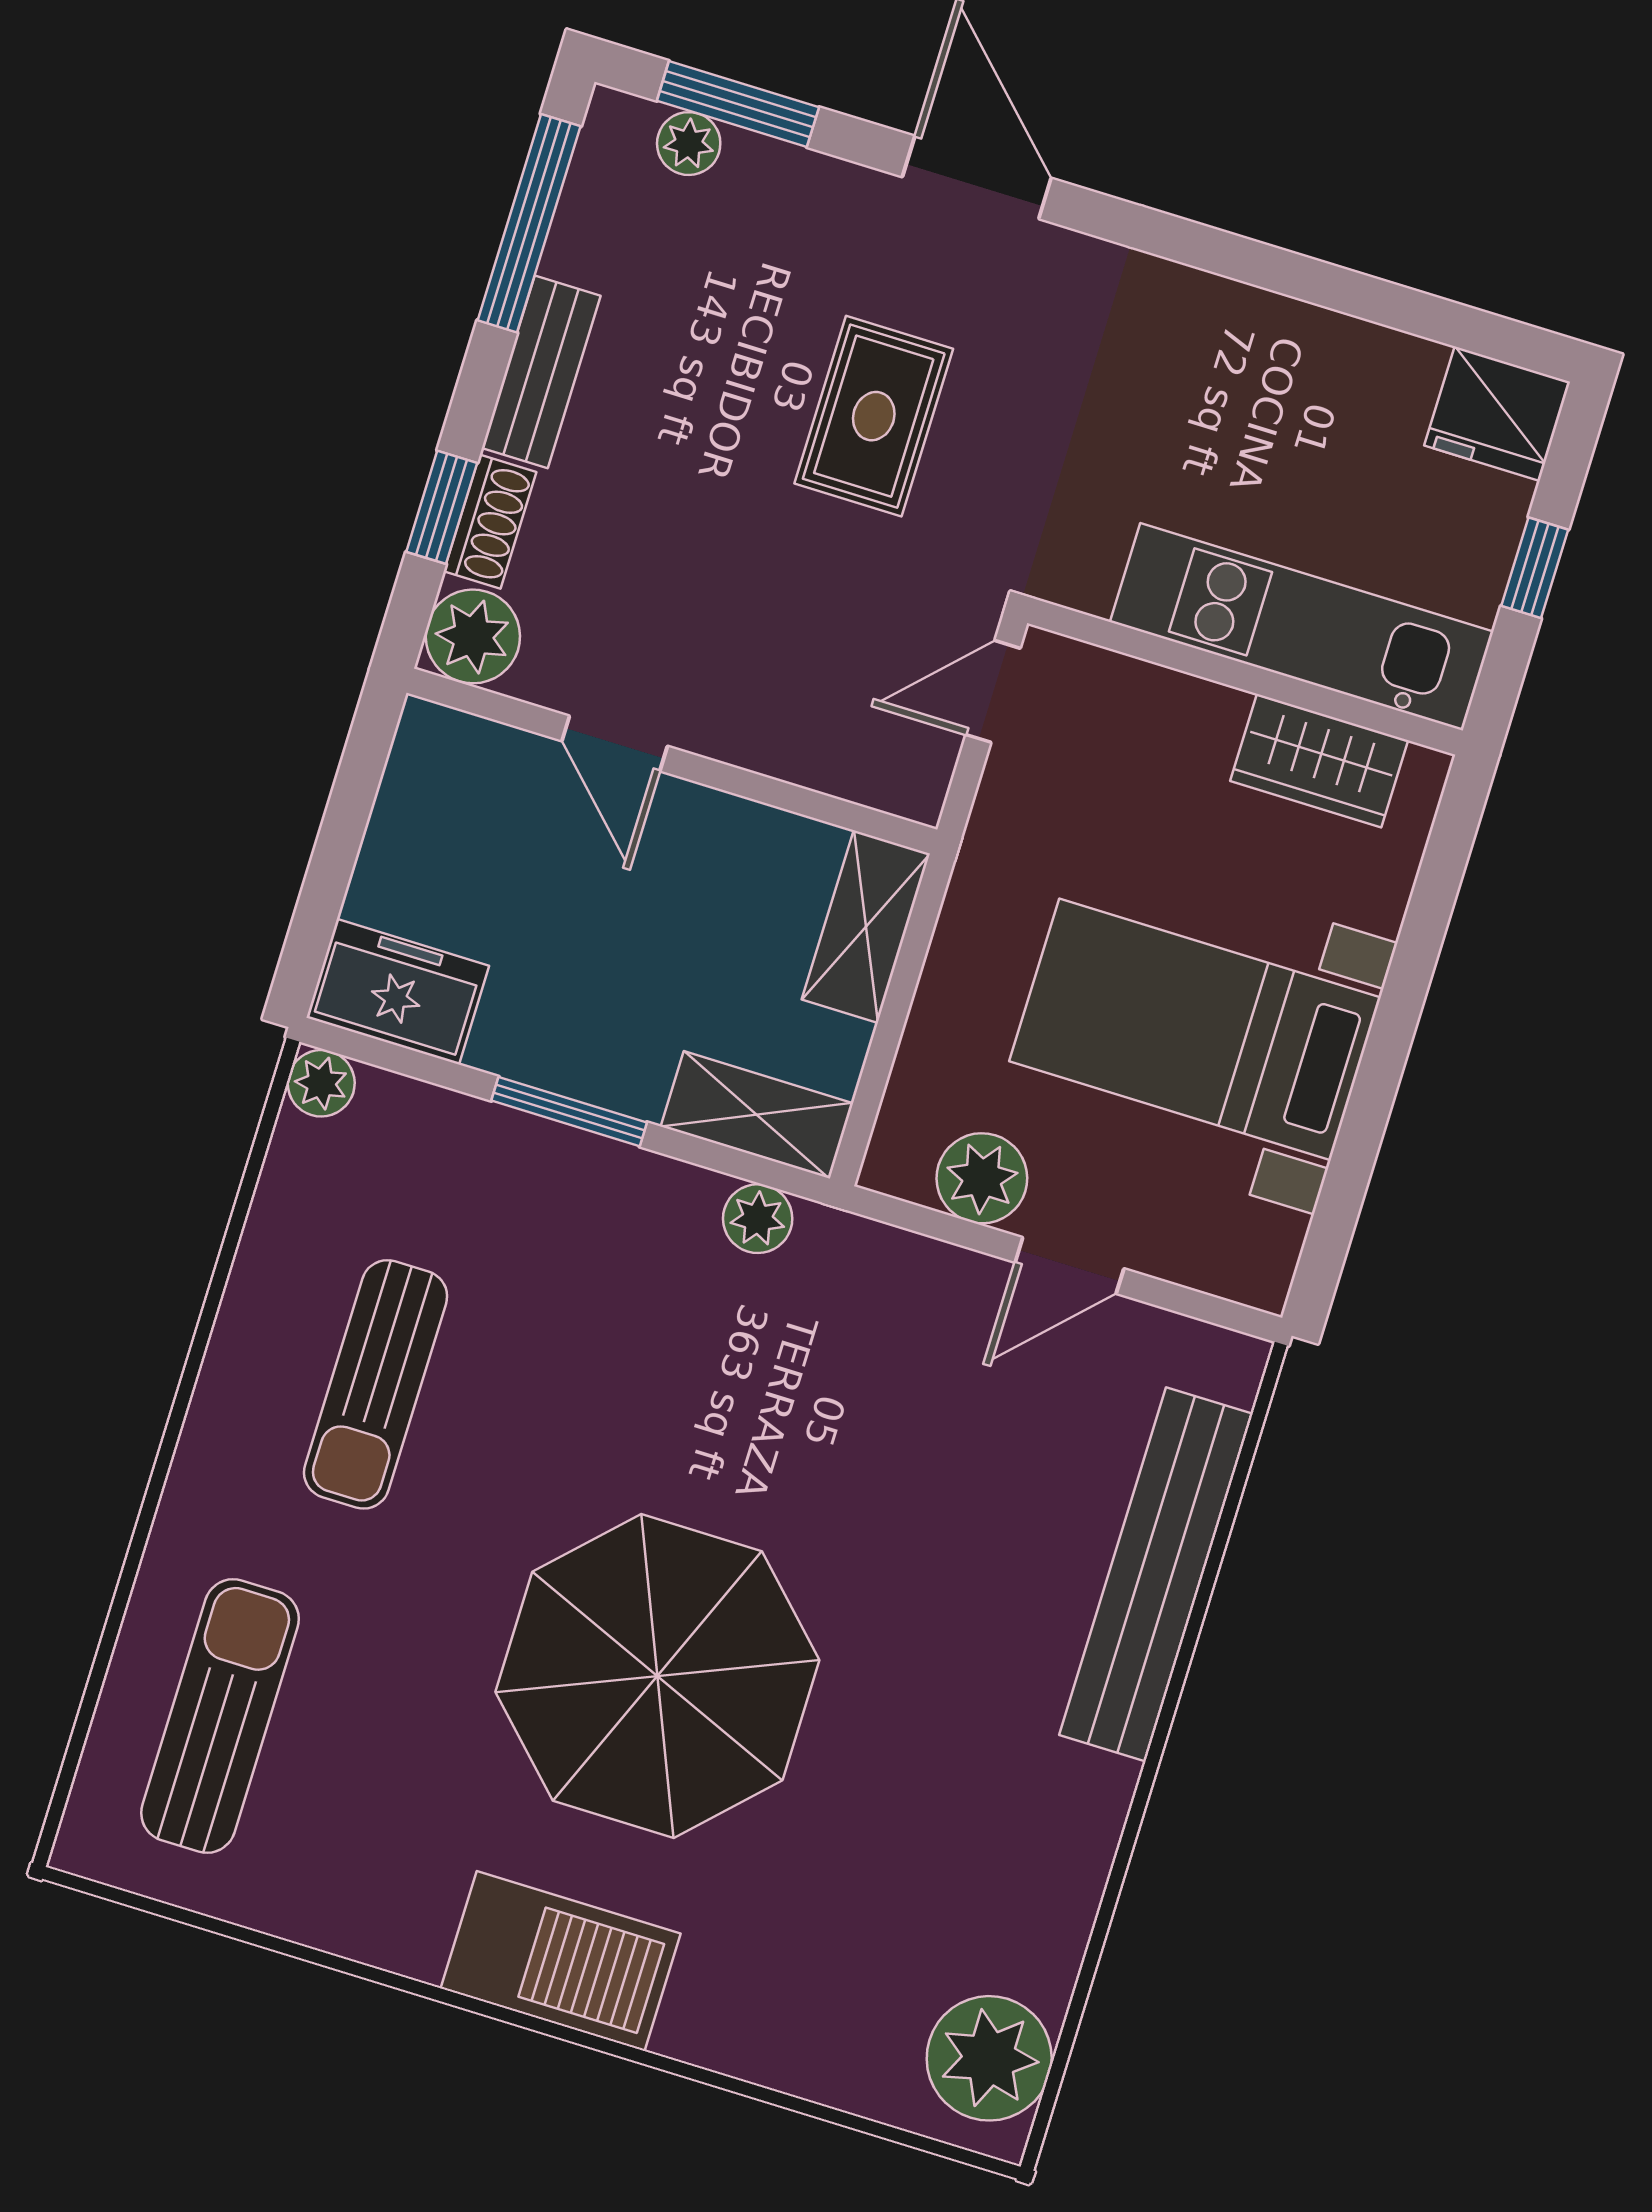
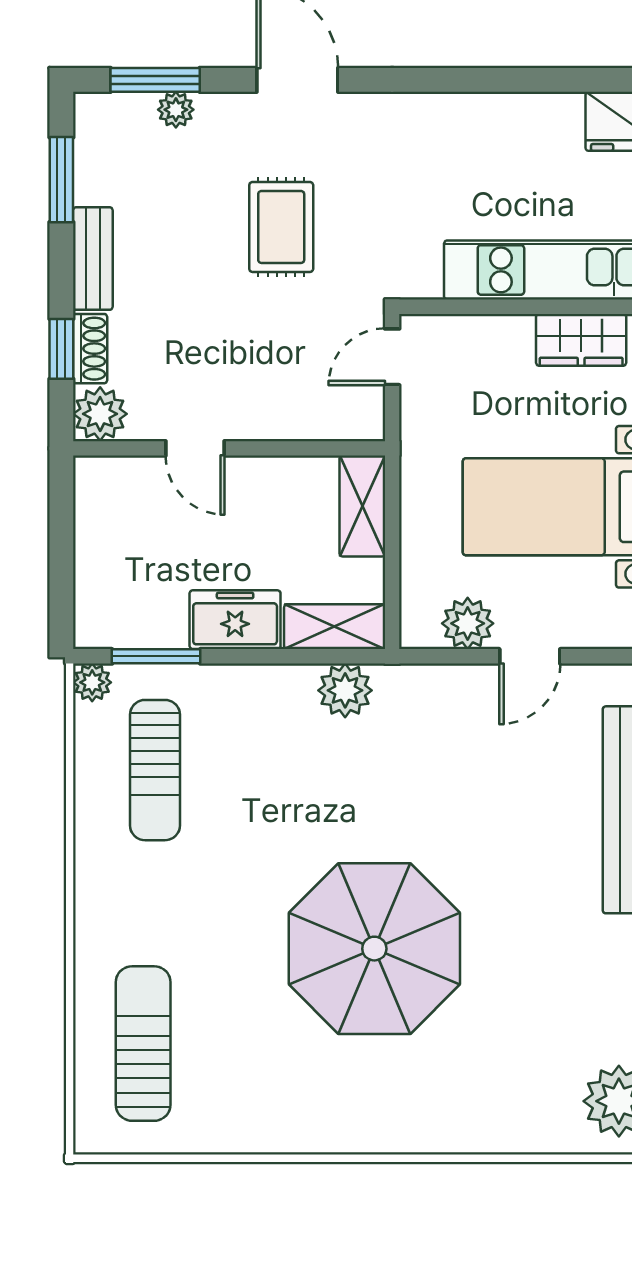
plant: (689, 144) -> (176, 110), moved
window: (529, 223) -> (61, 180), width x0.69
freezer: (398, 992) -> (235, 620), moved
window: (569, 1112) -> (156, 656), moved
plant: (758, 1219) -> (345, 690), width x1.38, depth x1.38
sun lounger: (376, 1384) -> (155, 770), moved
barbecue: (561, 1961) -> (369, 1120), removed

